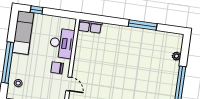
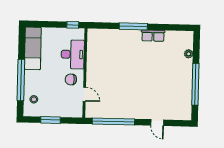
window: (37, 10) -> (73, 25), moved
window: (143, 25) -> (133, 26), moved
row of seats: (90, 26) -> (153, 36), moved

